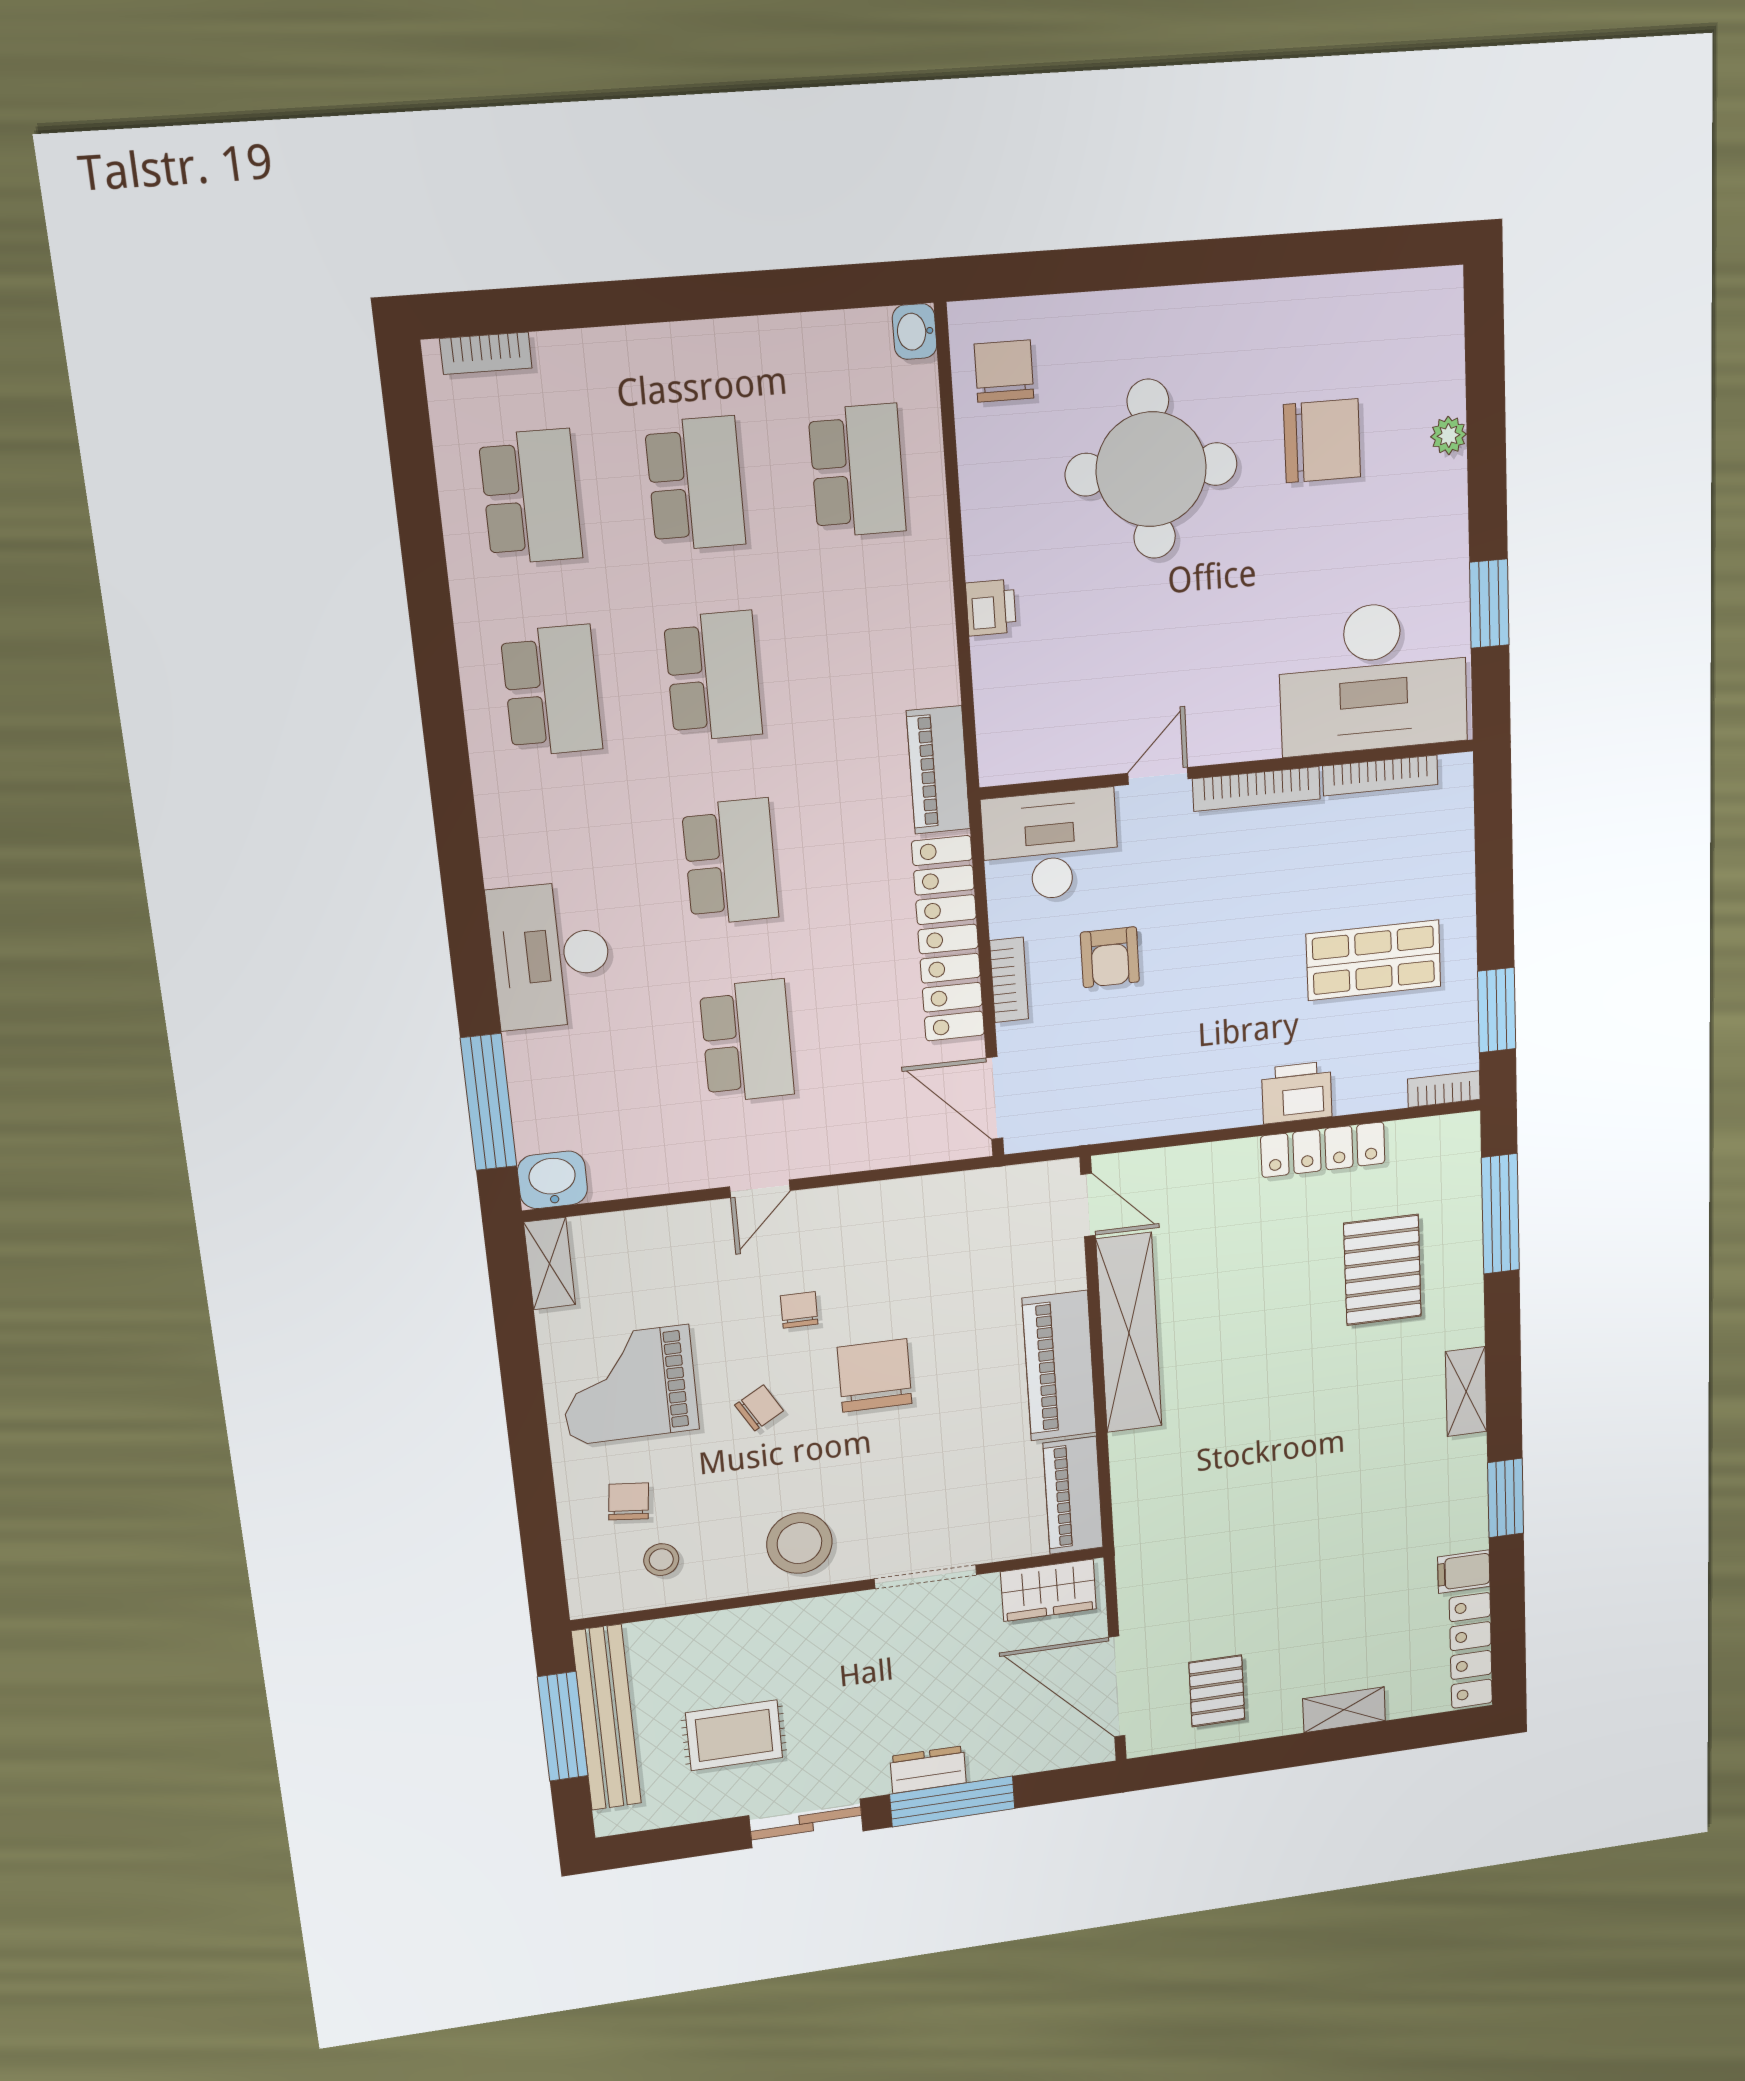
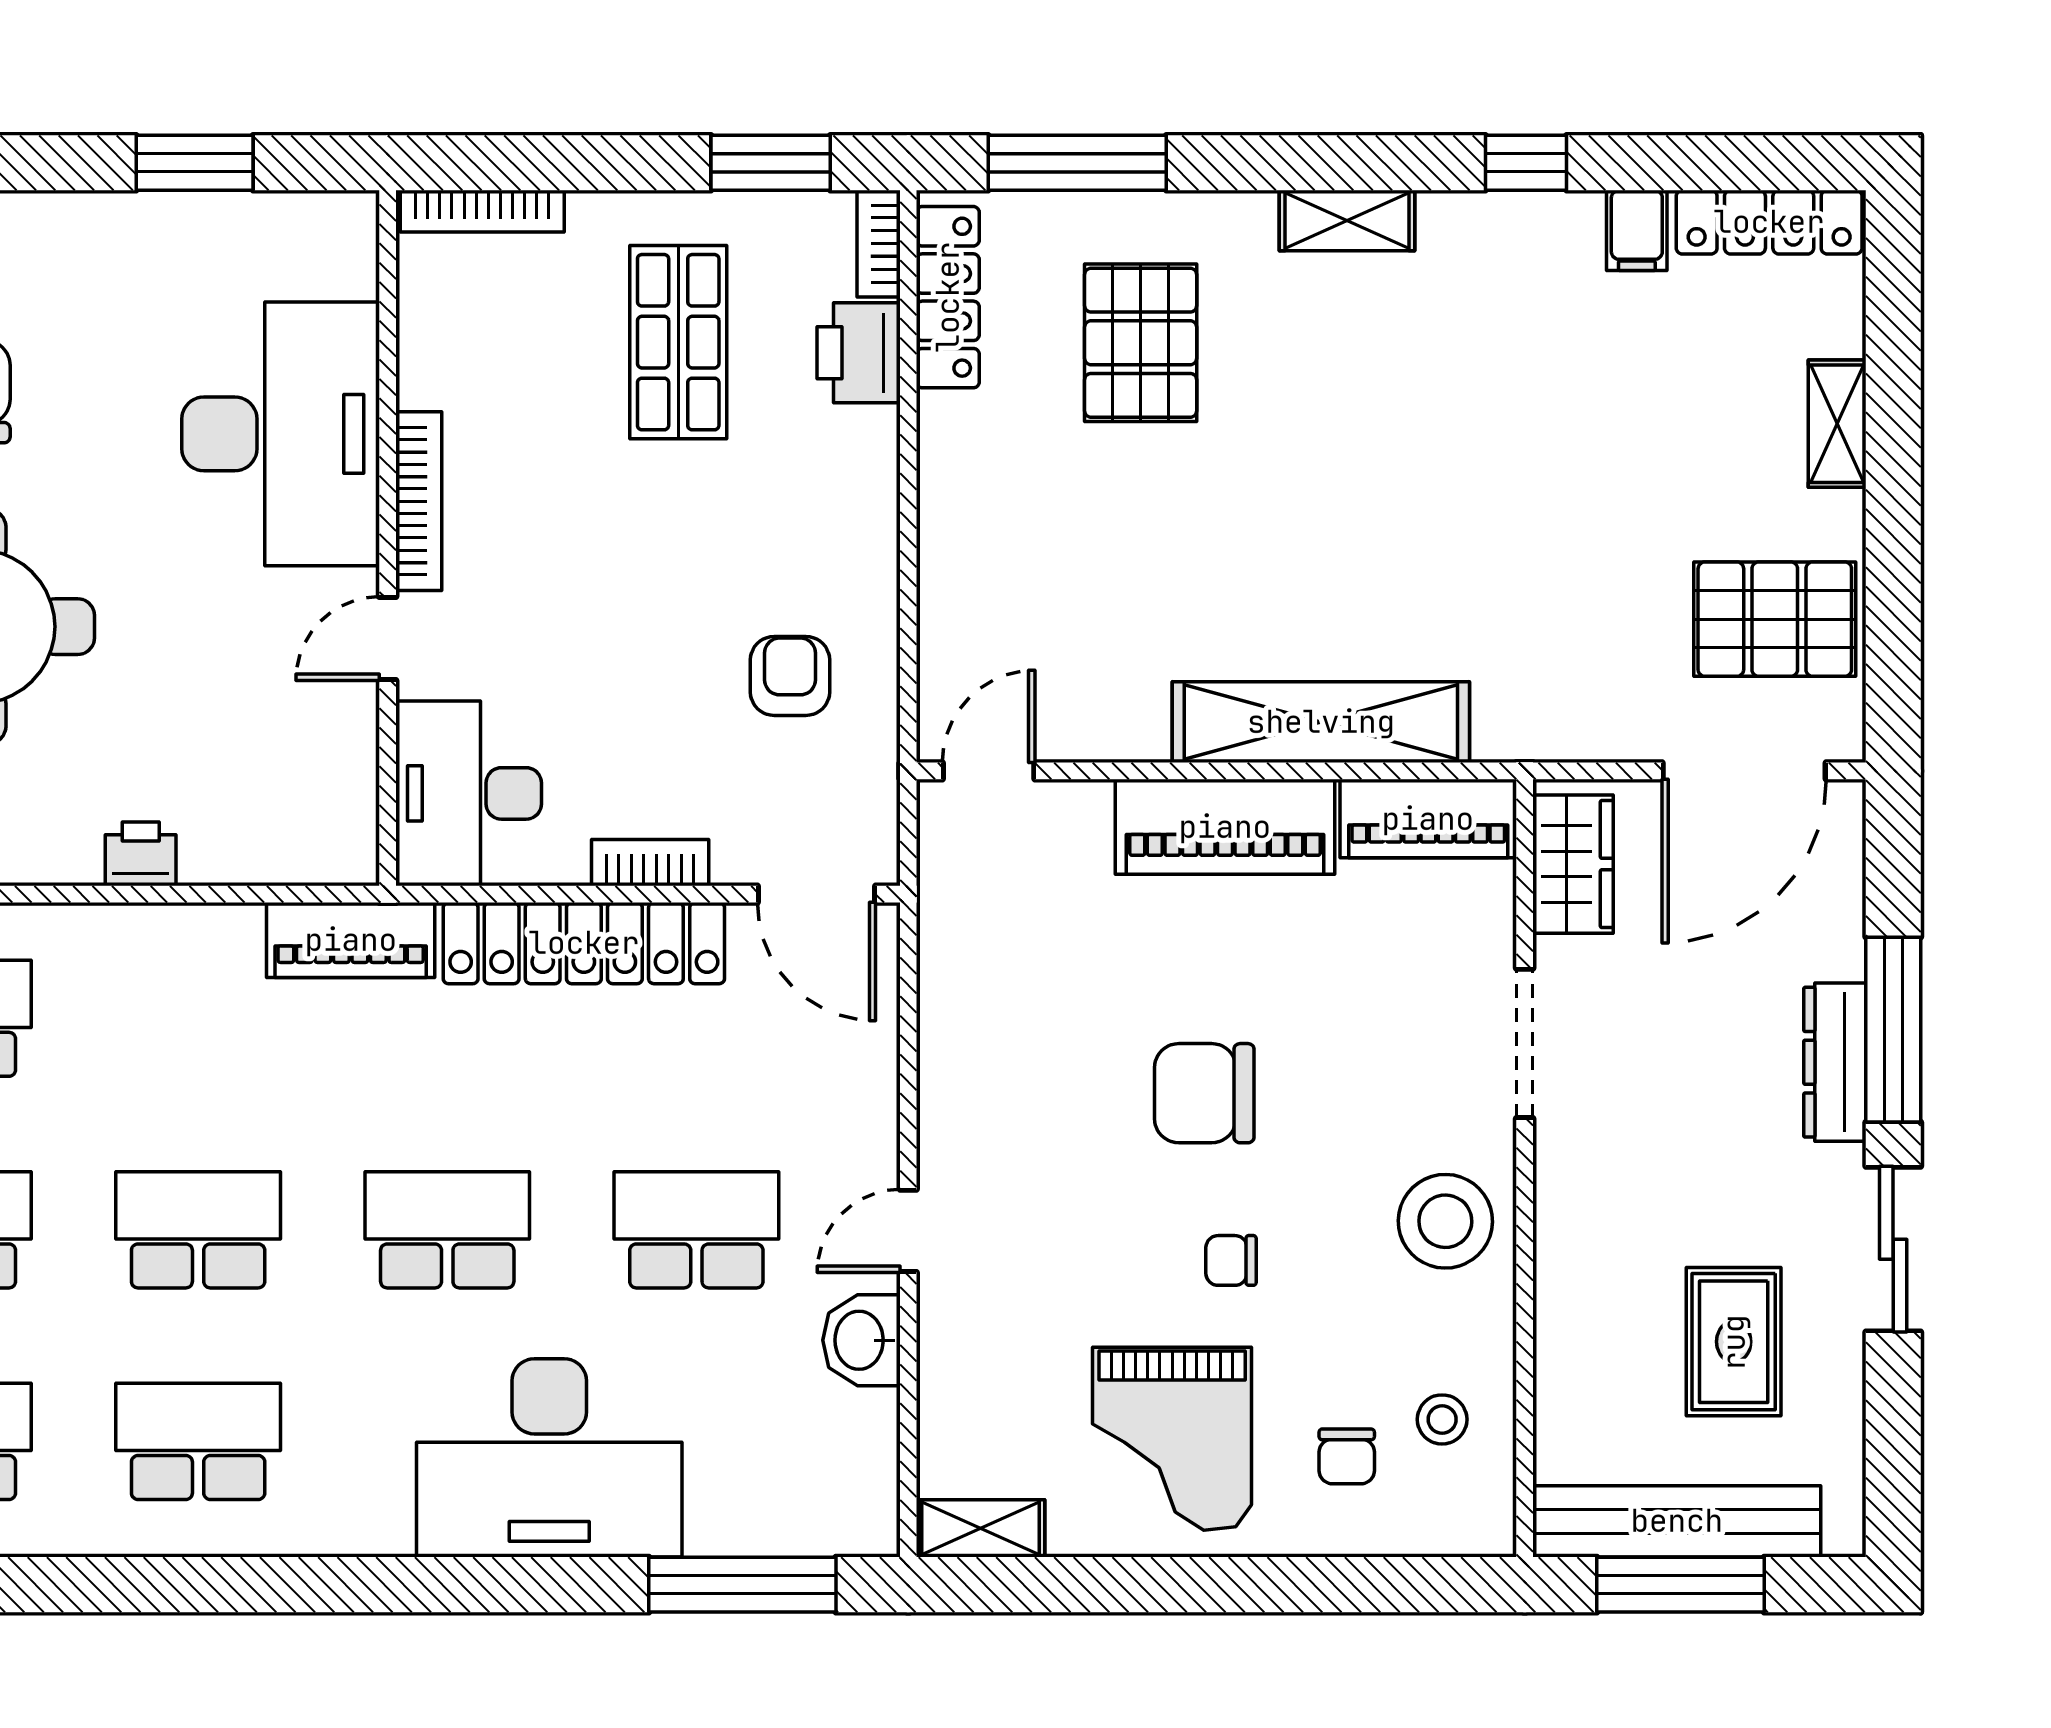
desk: (1373, 677) -> (281, 434), moved
bookcase: (1380, 775) -> (482, 211), moved, turned 90
door: (1158, 776) -> (388, 639), hinge flipped
desk: (550, 955) -> (549, 1458), width x1.36, depth x1.30
armchair: (1110, 957) -> (790, 676), moved, turned -90
printer: (1297, 1093) -> (859, 353), moved
door: (994, 1098) -> (817, 894), hinge flipped
locker: (1323, 1150) -> (948, 297), moved
washbasin: (552, 1180) -> (861, 1340), moved
door: (760, 1189) -> (908, 1231), swing flipped
pallet: (1382, 1270) -> (1141, 343), turned 90
chair: (799, 1310) -> (1092, 1192), removed
shelving: (1129, 1333) -> (1321, 722), moved
chair: (759, 1408) -> (1231, 1260), turned -60
window: (1506, 1498) -> (1526, 163), width x0.67
chair: (629, 1501) -> (1347, 1456), turned -96
pallet: (1217, 1691) -> (1775, 619), width x1.50, depth x1.42
dresser: (928, 1770) -> (1835, 1062), width x1.44

